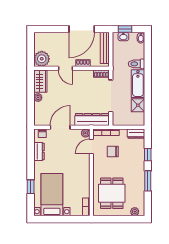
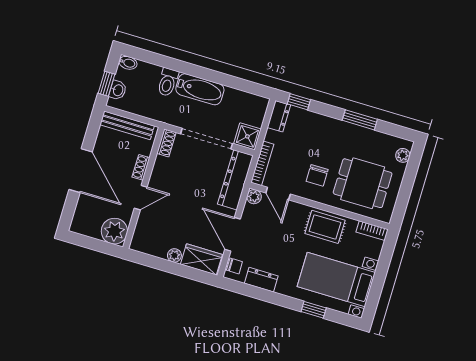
door: (82, 29) -> (81, 171), moved
wardrobe: (40, 81) -> (201, 259), moved
shower: (138, 105) -> (247, 136), moved
chair: (113, 151) -> (317, 175), moved
window: (148, 155) -> (299, 102), moved
rug: (80, 179) -> (325, 227), added

